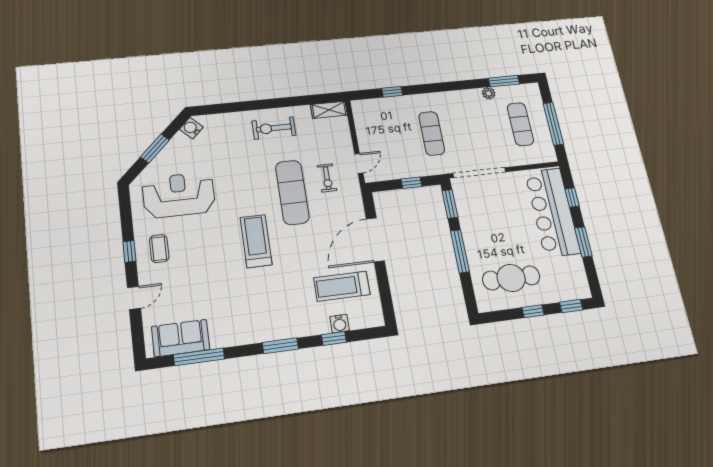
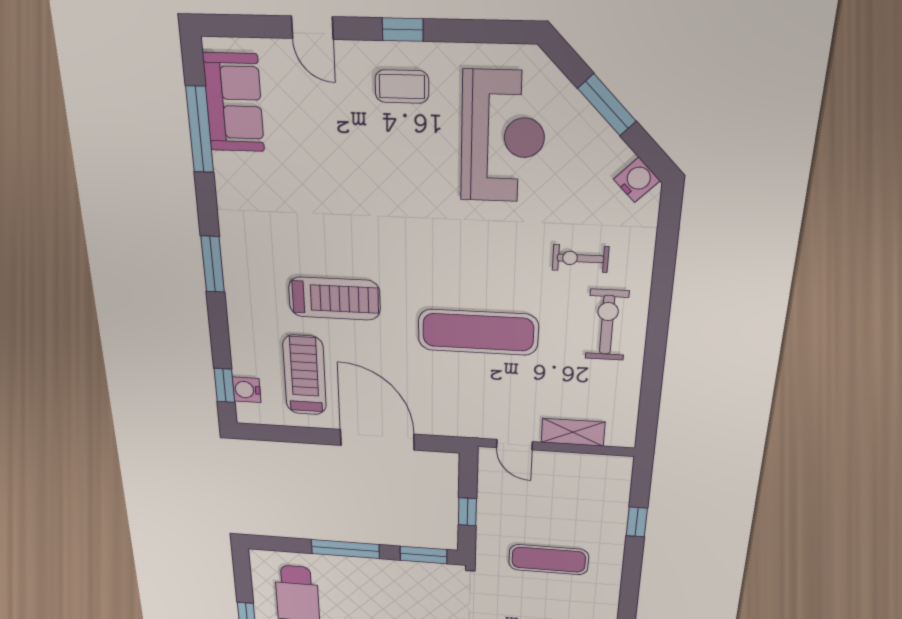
shelving: (329, 110) -> (573, 432), moved, turned 90
exercise bike: (327, 178) -> (580, 258), moved
treadmill: (256, 241) -> (334, 299), moved
water cooler: (340, 324) -> (247, 390), moved
window: (334, 338) -> (224, 385), moved

